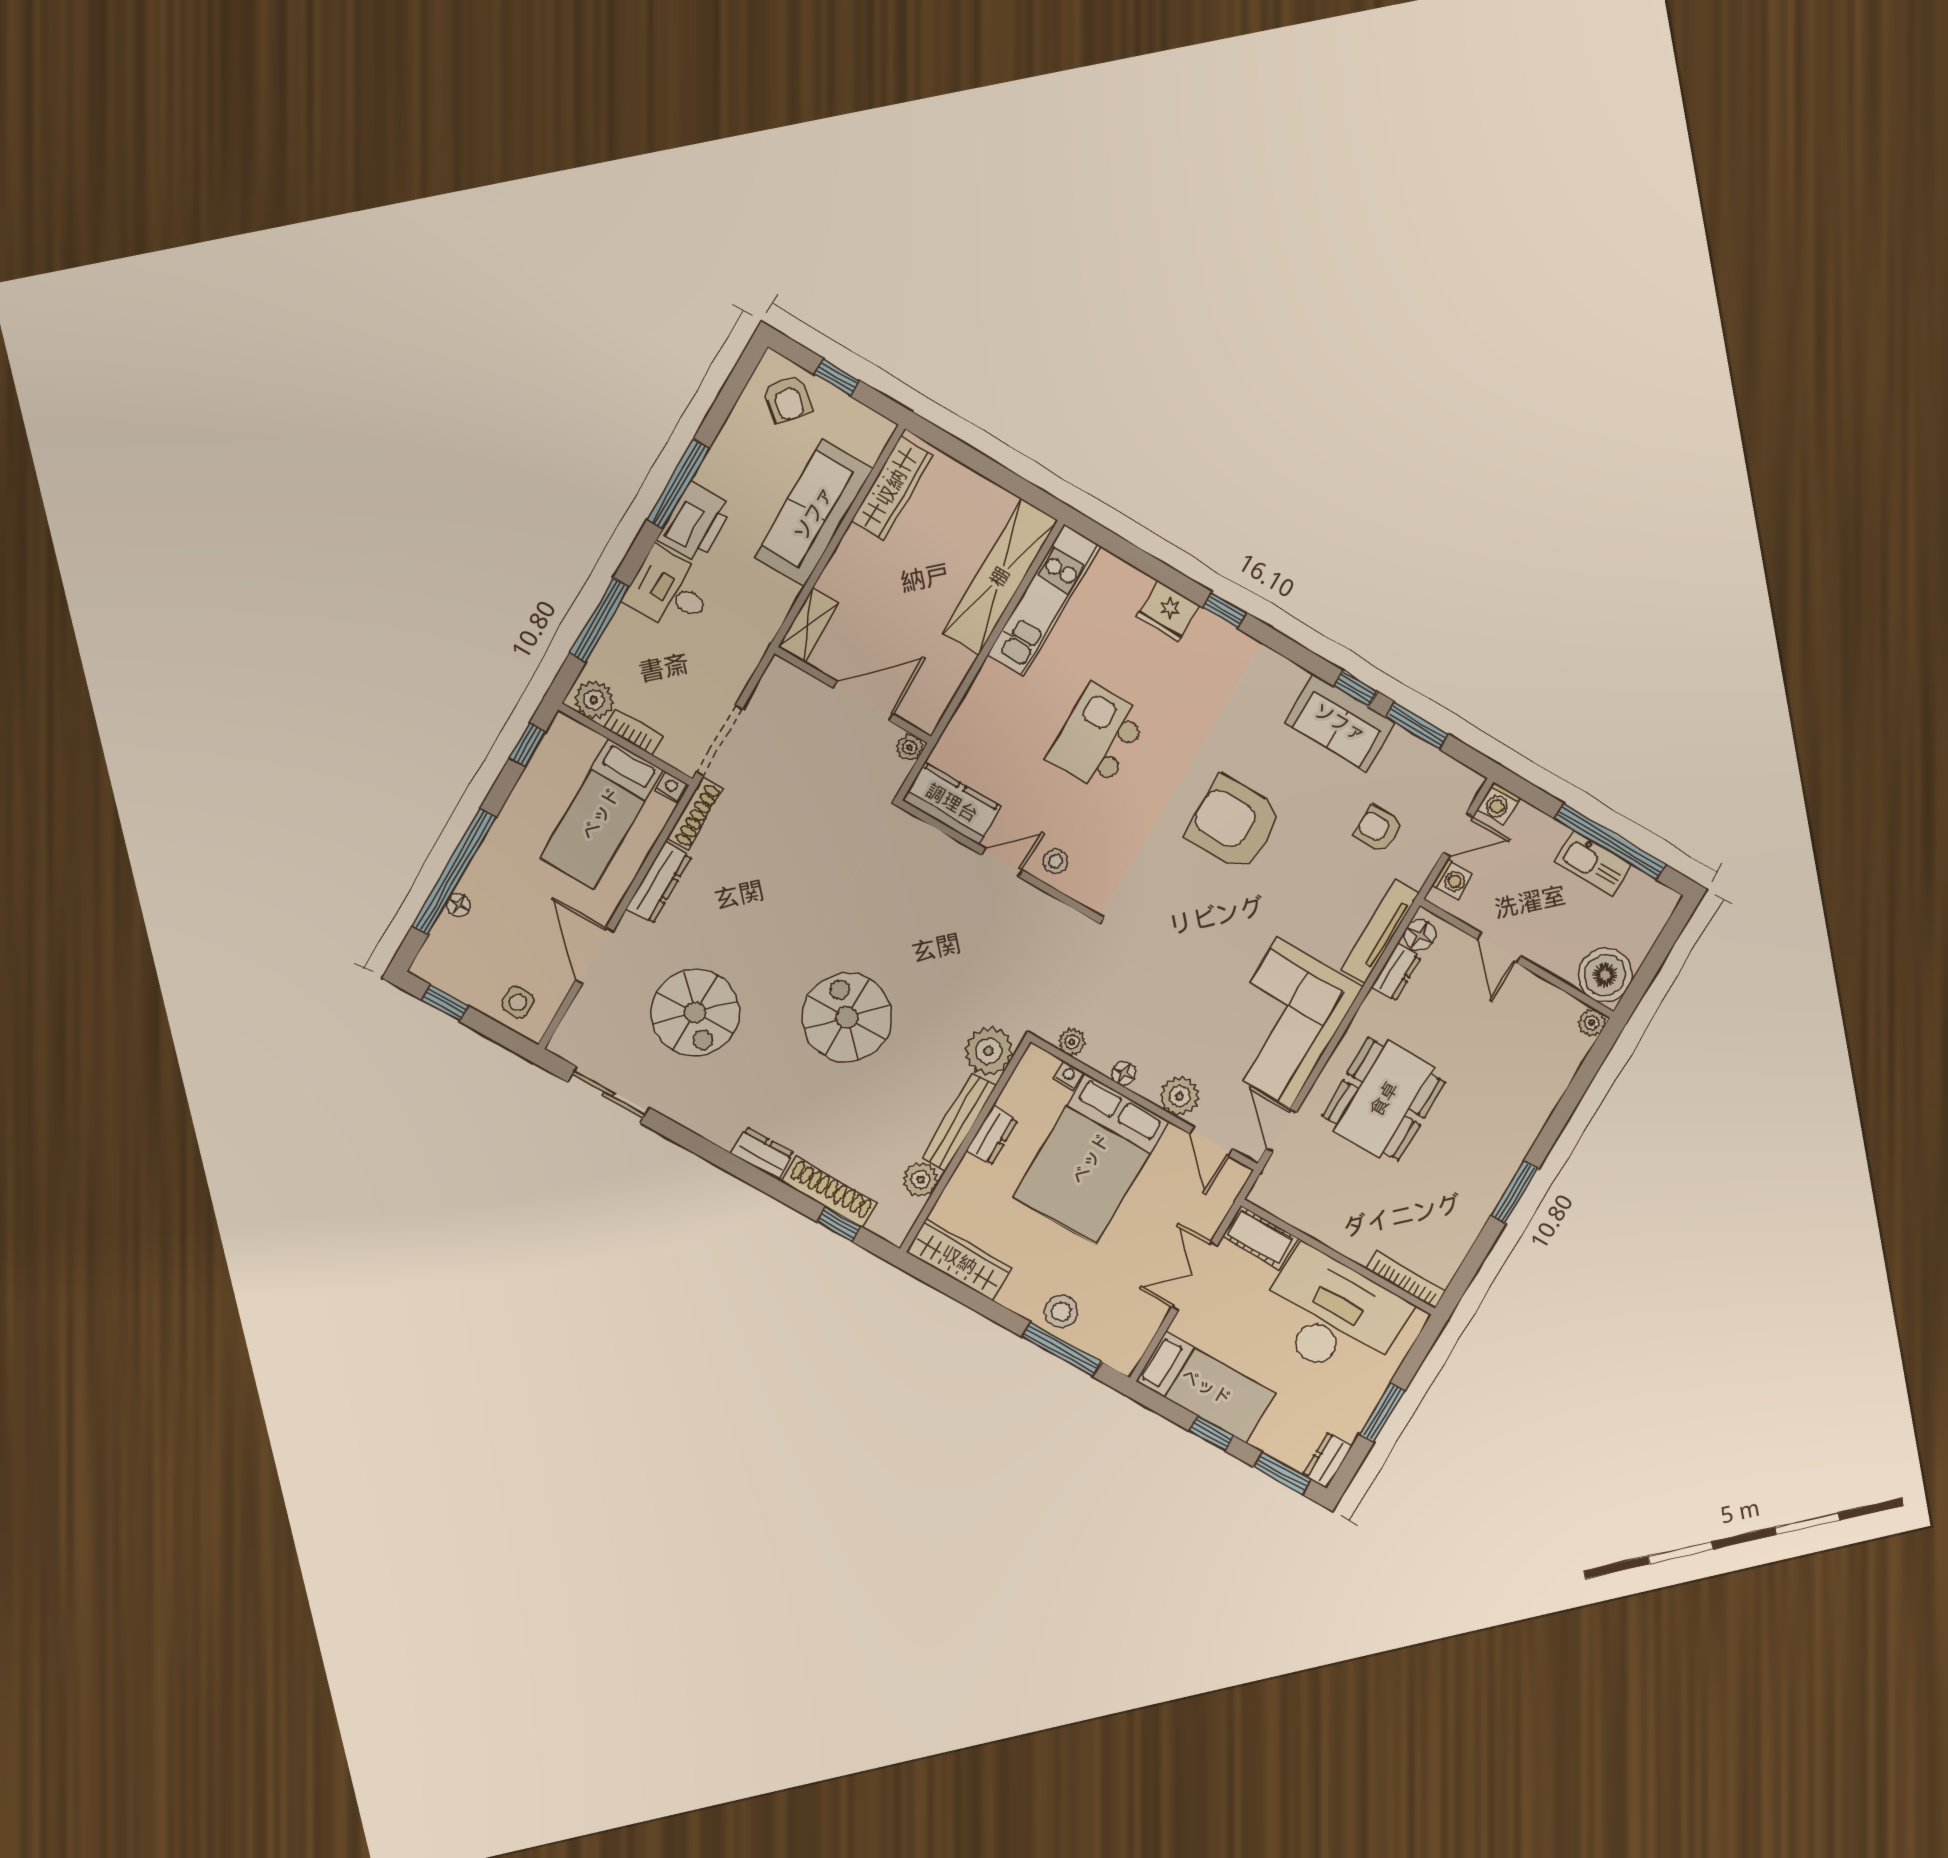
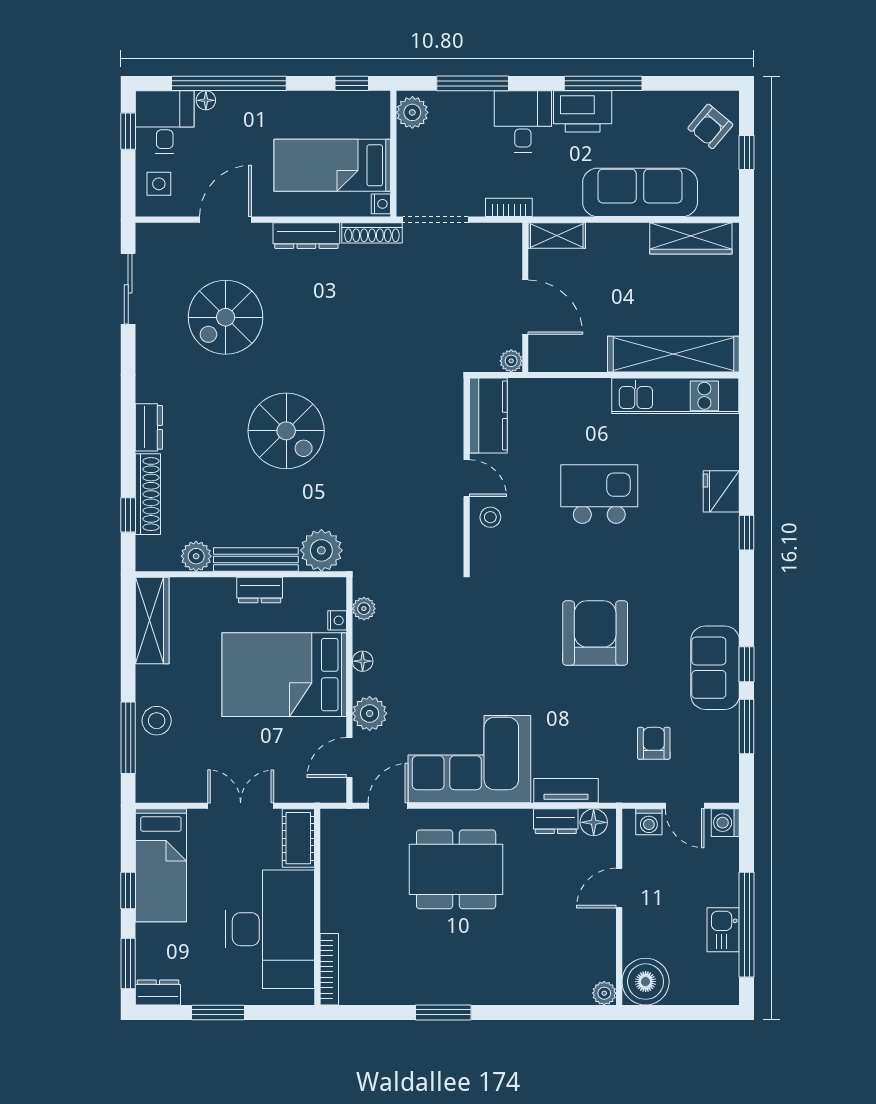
bookcase: (633, 732) -> (509, 207), moved, turned -90
kitchen sink: (1593, 863) -> (723, 930), width x0.73
tv unit: (1380, 931) -> (566, 791), width x0.71
desk: (457, 960) -> (165, 122), added
spiral stairs: (847, 1017) -> (286, 431), turned 90

